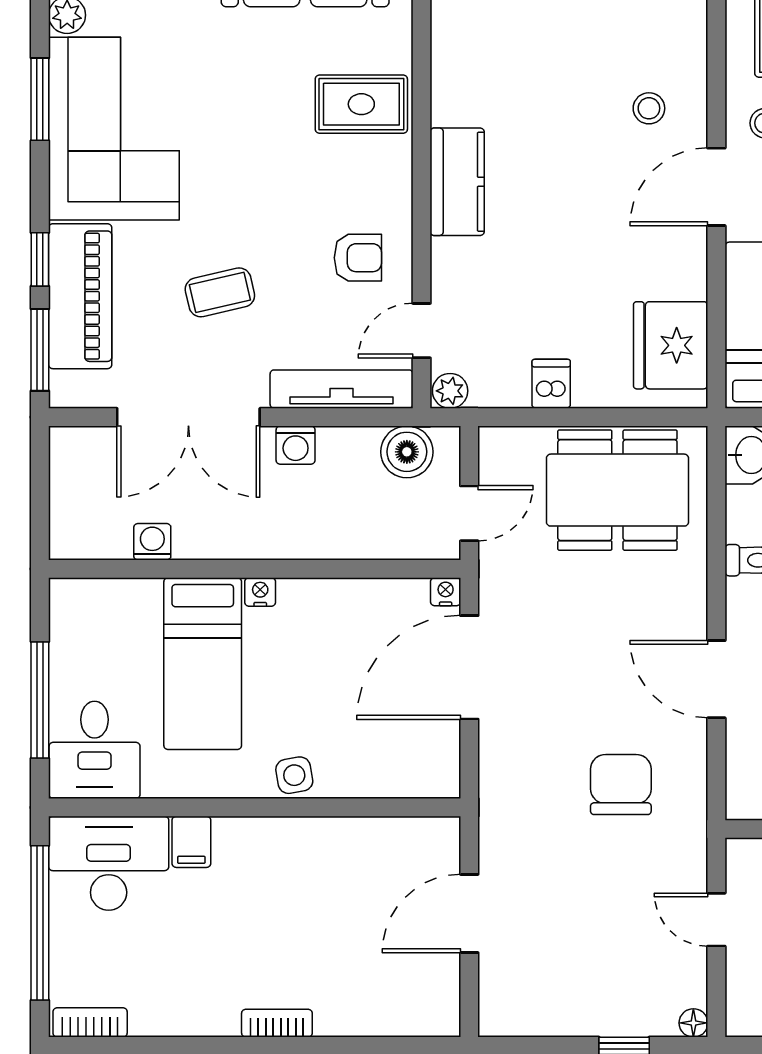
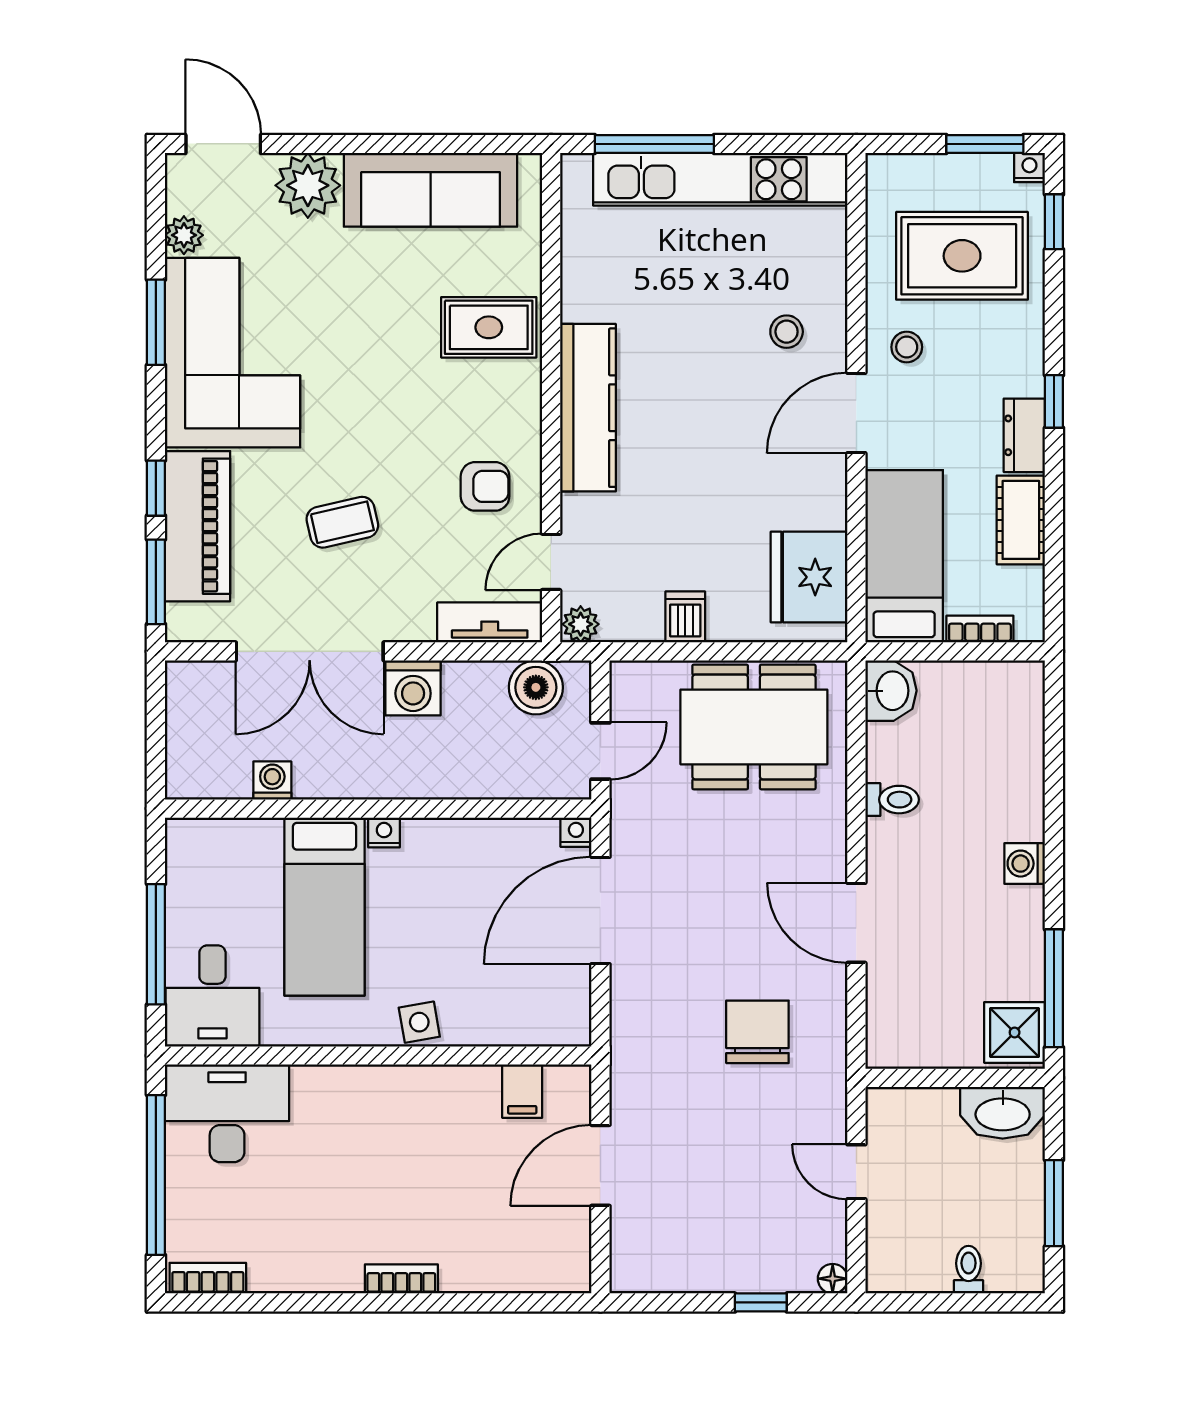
kitchen counter: (457, 182) -> (588, 408), width x1.50
tv unit: (342, 389) -> (490, 622), width x0.71
washing machine: (296, 445) -> (413, 688), width x1.38, depth x1.38
filing cabinet: (191, 842) -> (522, 1091), moved

